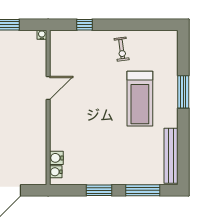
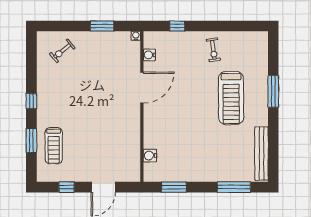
door: (48, 88) -> (142, 88), width x1.36
water cooler: (56, 172) -> (149, 55), moved
window: (99, 190) -> (174, 187), moved

